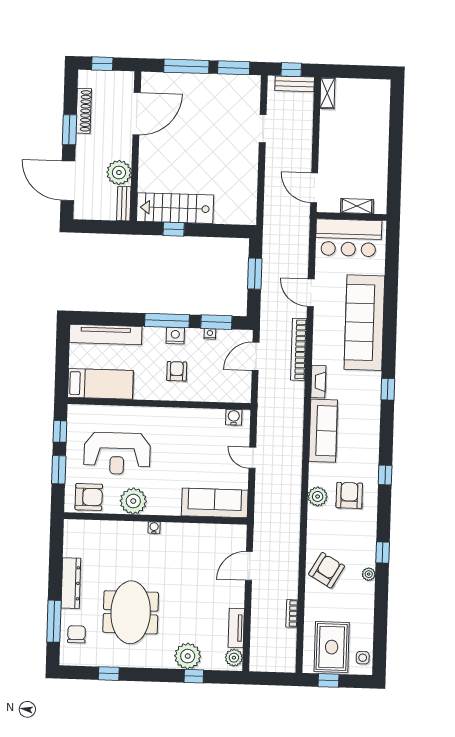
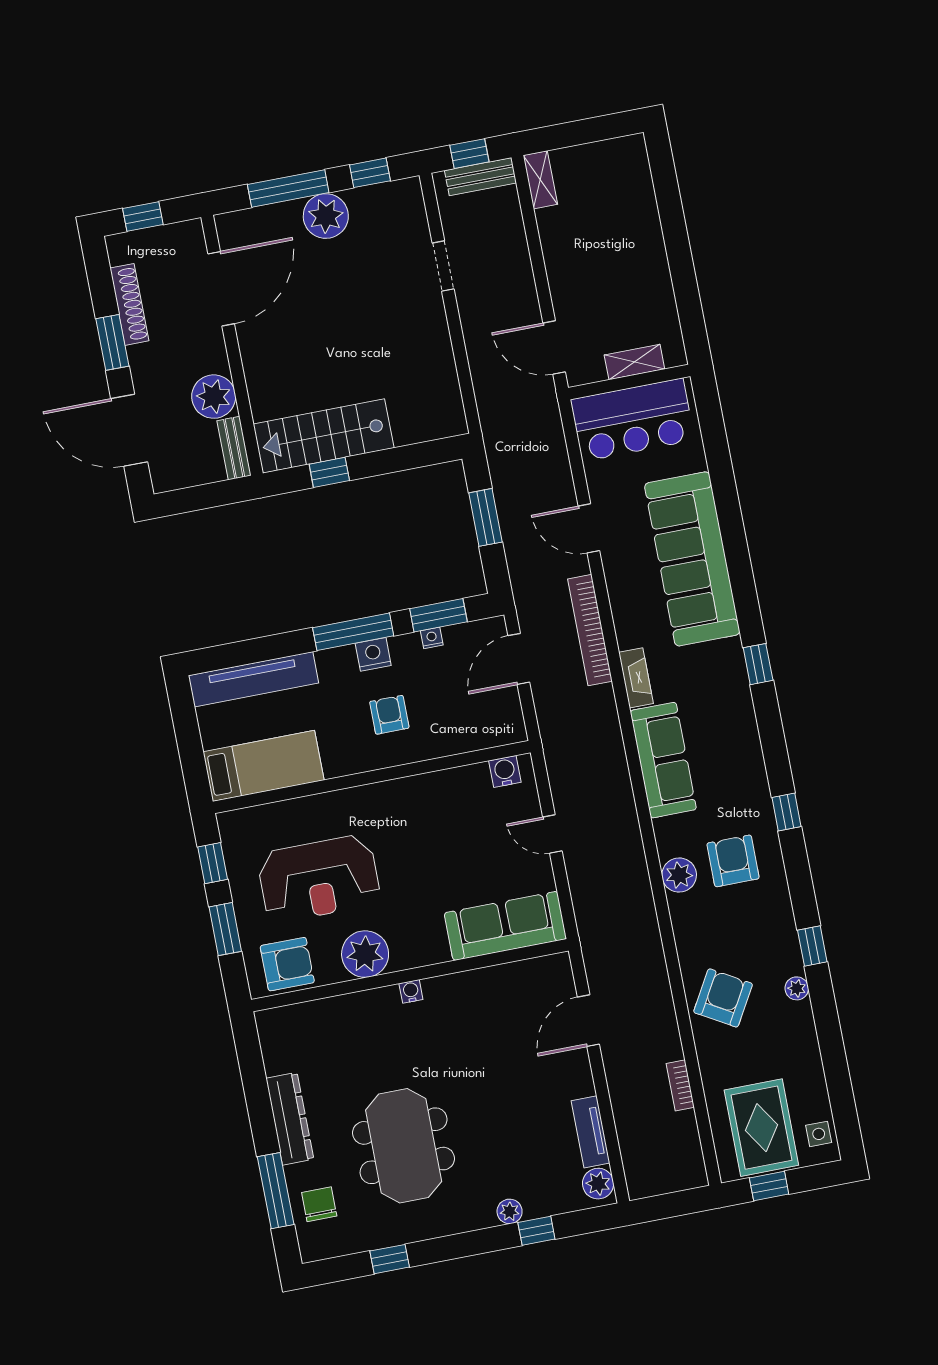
window: (234, 68) -> (370, 173), width x0.67
plant: (204, 86) -> (326, 216), added
plant: (188, 656) -> (510, 1211), width x0.53, depth x0.53

